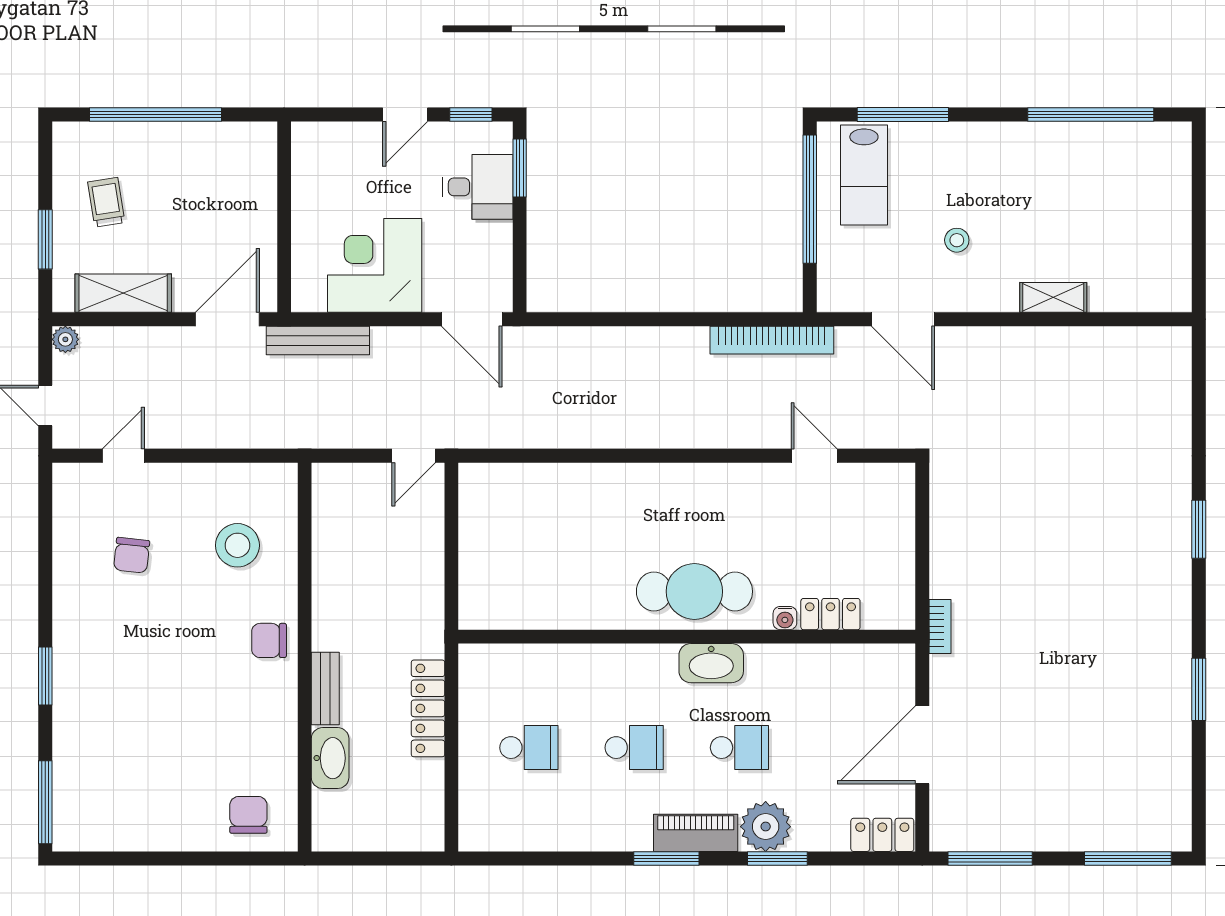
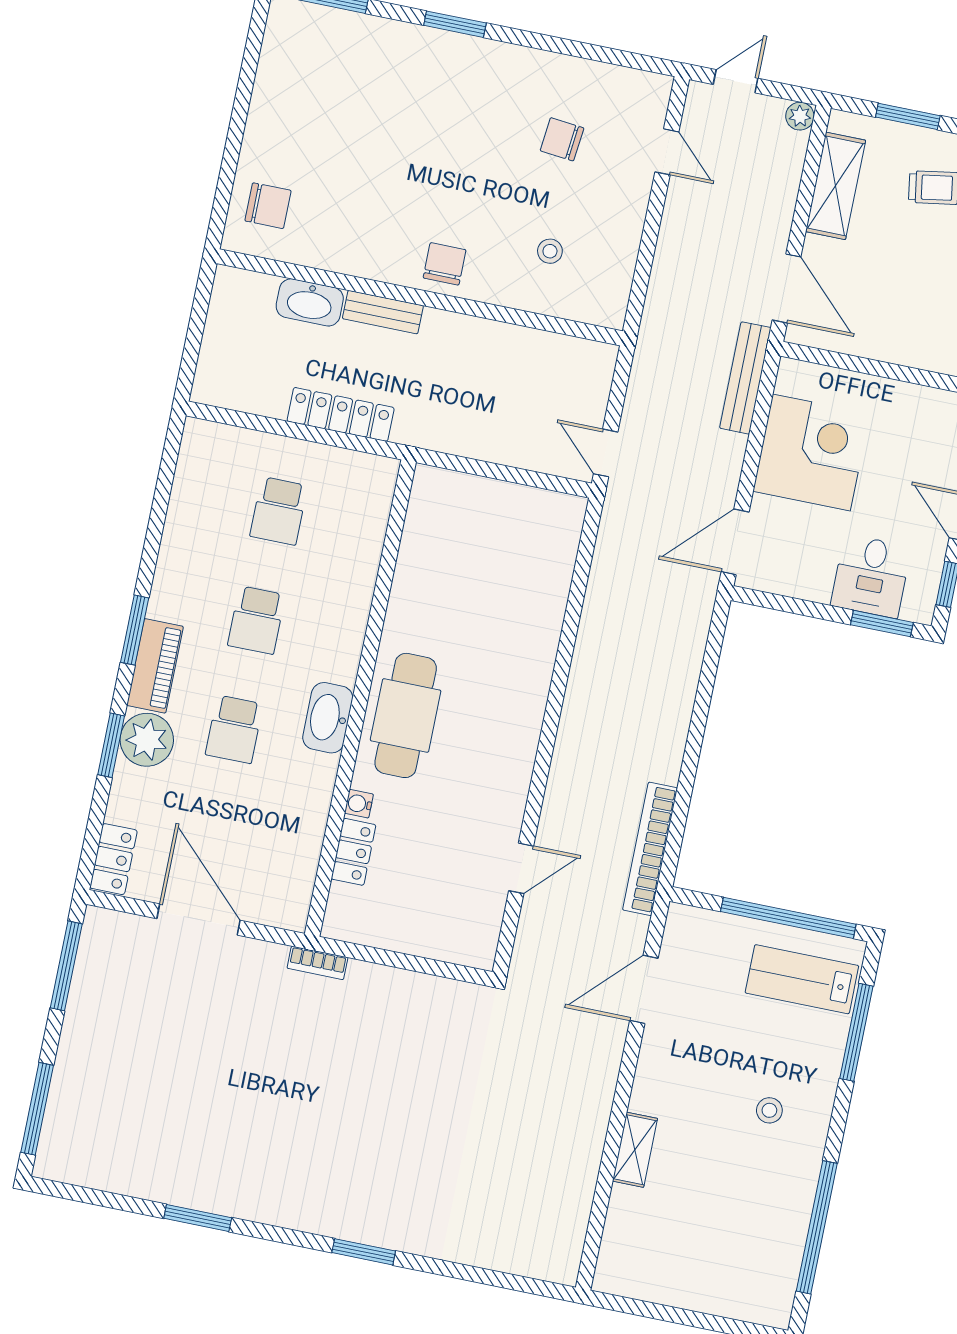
stool: (957, 240) -> (769, 1110), moved
stool: (237, 545) -> (550, 251), width x0.53, depth x0.53

